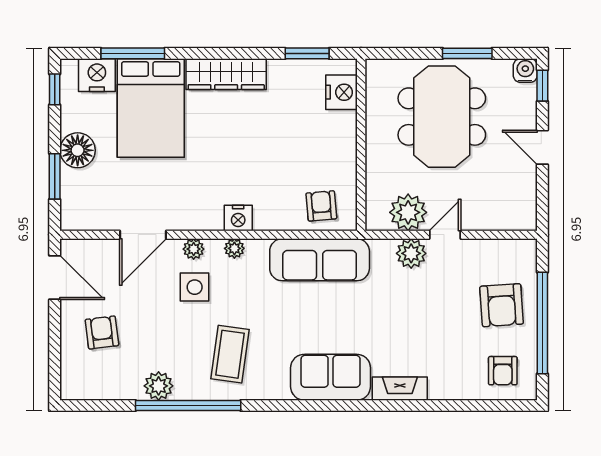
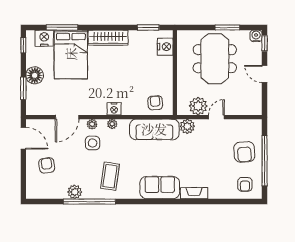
plant: (411, 253) -> (187, 126), moved

